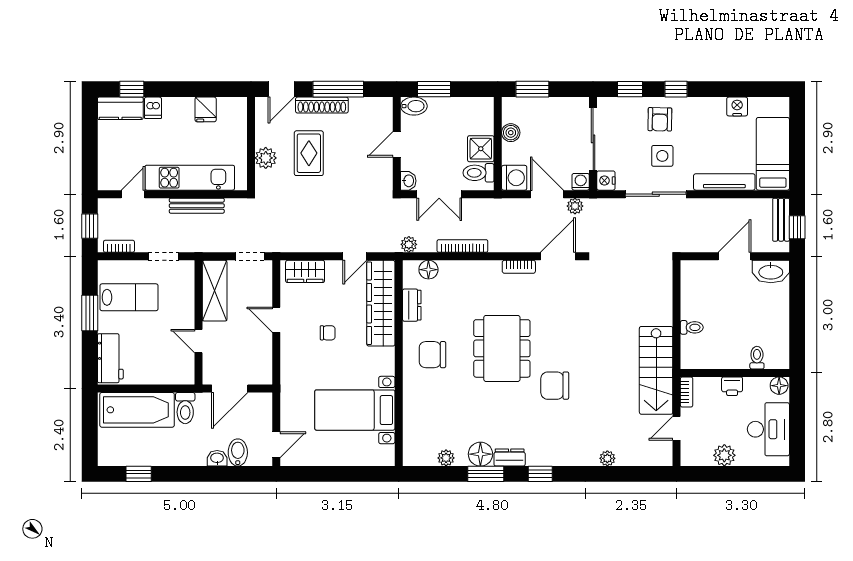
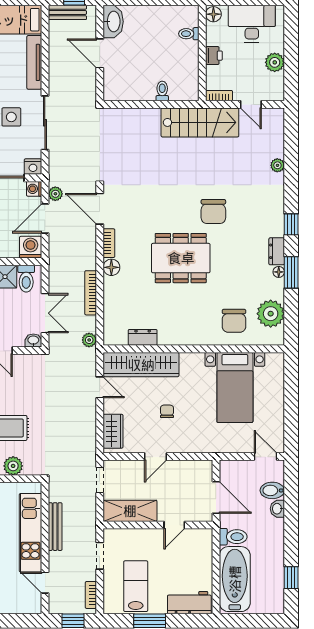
floor lamp: (428, 270) -> (111, 267), moved
chair: (432, 355) -> (234, 321), moved
floor lamp: (480, 454) -> (279, 272), width x0.53, depth x0.53
plant: (446, 458) -> (271, 314), width x1.88, depth x1.88

